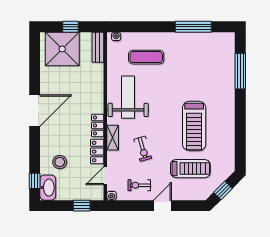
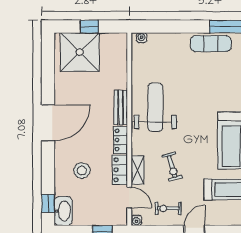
bench: (98, 47) -> (121, 108), moved
exercise mat: (146, 57) -> (211, 44), moved
shelving: (113, 138) -> (138, 170), moved
stool: (60, 162) -> (82, 171), moved
door: (105, 176) -> (129, 198), swing flipped

